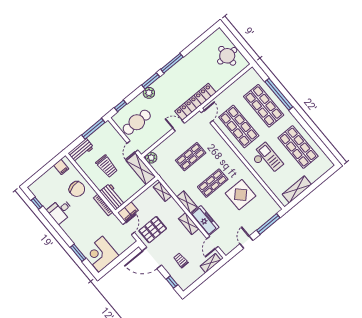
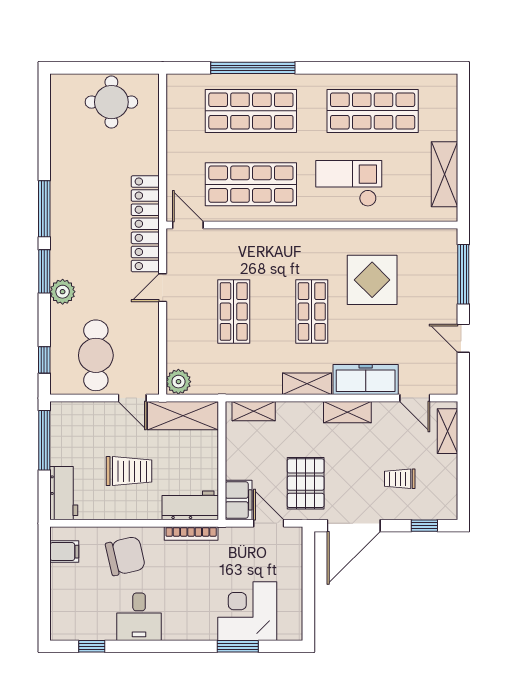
corner desk: (101, 254) -> (247, 611), moved, turned 90

